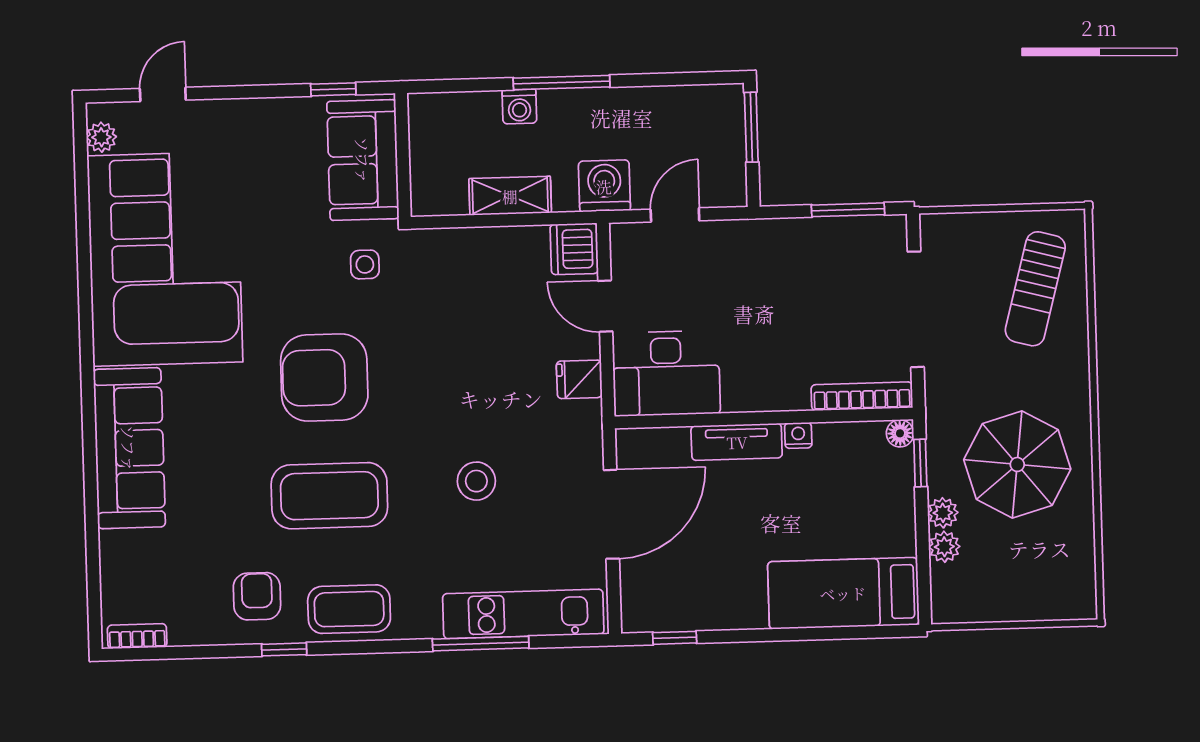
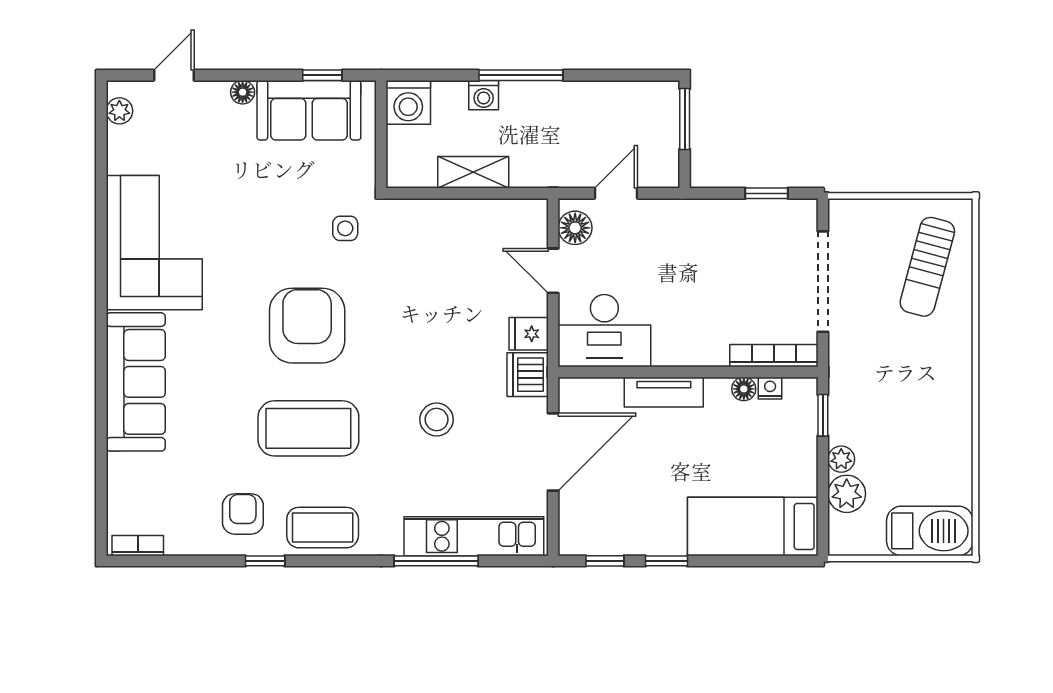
floor lamp: (242, 111) -> (243, 92), added
sofa: (363, 160) -> (309, 110), moved, turned -90
washing machine: (604, 186) -> (408, 102), moved, turned 180
window: (848, 210) -> (767, 193), width x0.67
dishwasher: (574, 249) -> (528, 375), moved
floor lamp: (629, 256) -> (575, 228), added
corner sofa: (165, 259) -> (154, 243), width x0.73, depth x0.74
armchair: (324, 377) -> (307, 326), turned 90
floor lamp: (900, 433) -> (744, 389), moved
nightstand: (798, 435) -> (770, 388), moved
parasol: (1017, 464) -> (907, 419), removed
plant: (944, 547) -> (847, 494), width x1.38, depth x1.38
barbecue: (1047, 592) -> (930, 531), added
window: (745, 636) -> (666, 561), added

